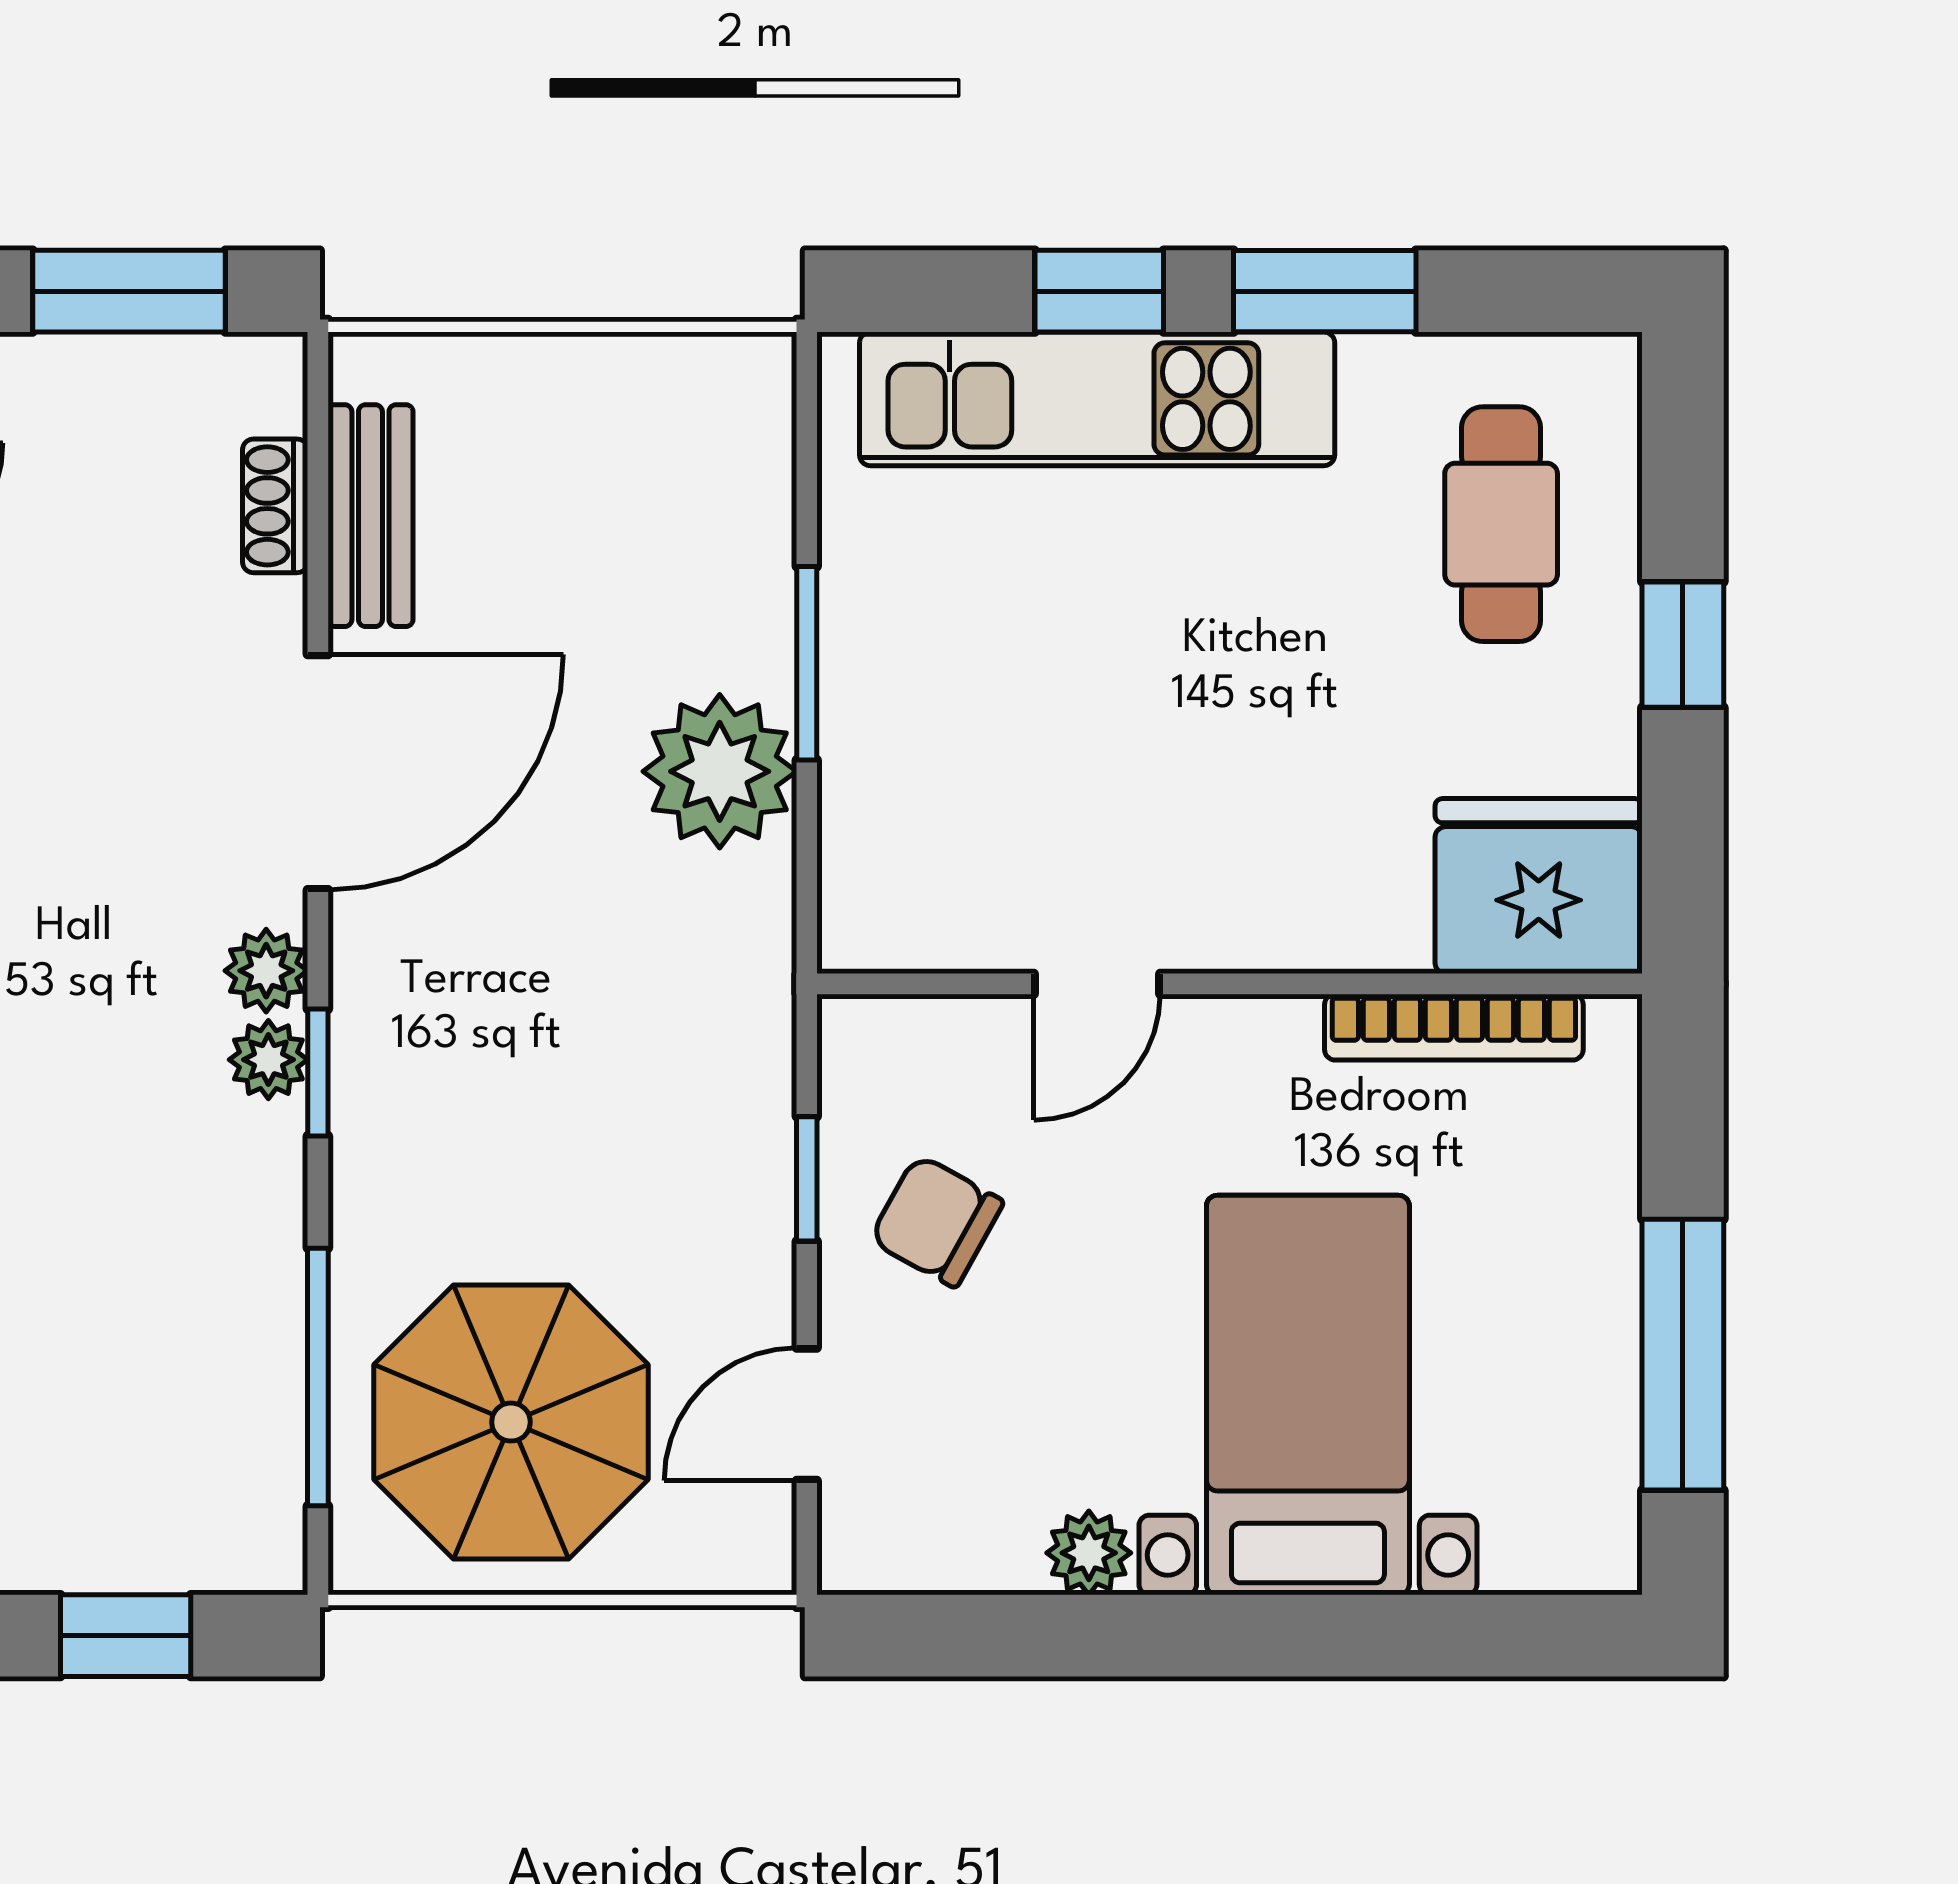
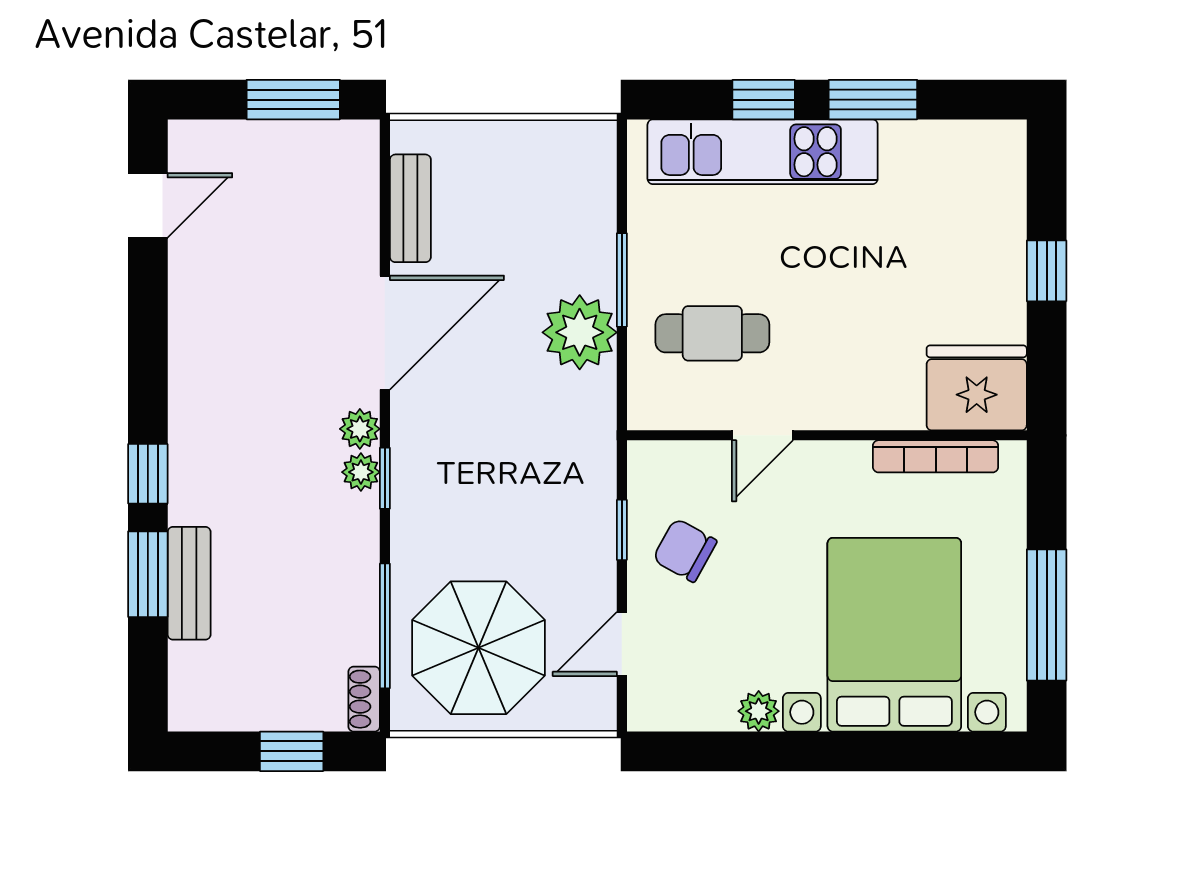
shoe rack: (275, 506) -> (364, 699), moved
cafe table: (1501, 524) -> (712, 333), moved, turned 90
bed with nightstands: (1308, 1395) -> (894, 635), width x1.36

